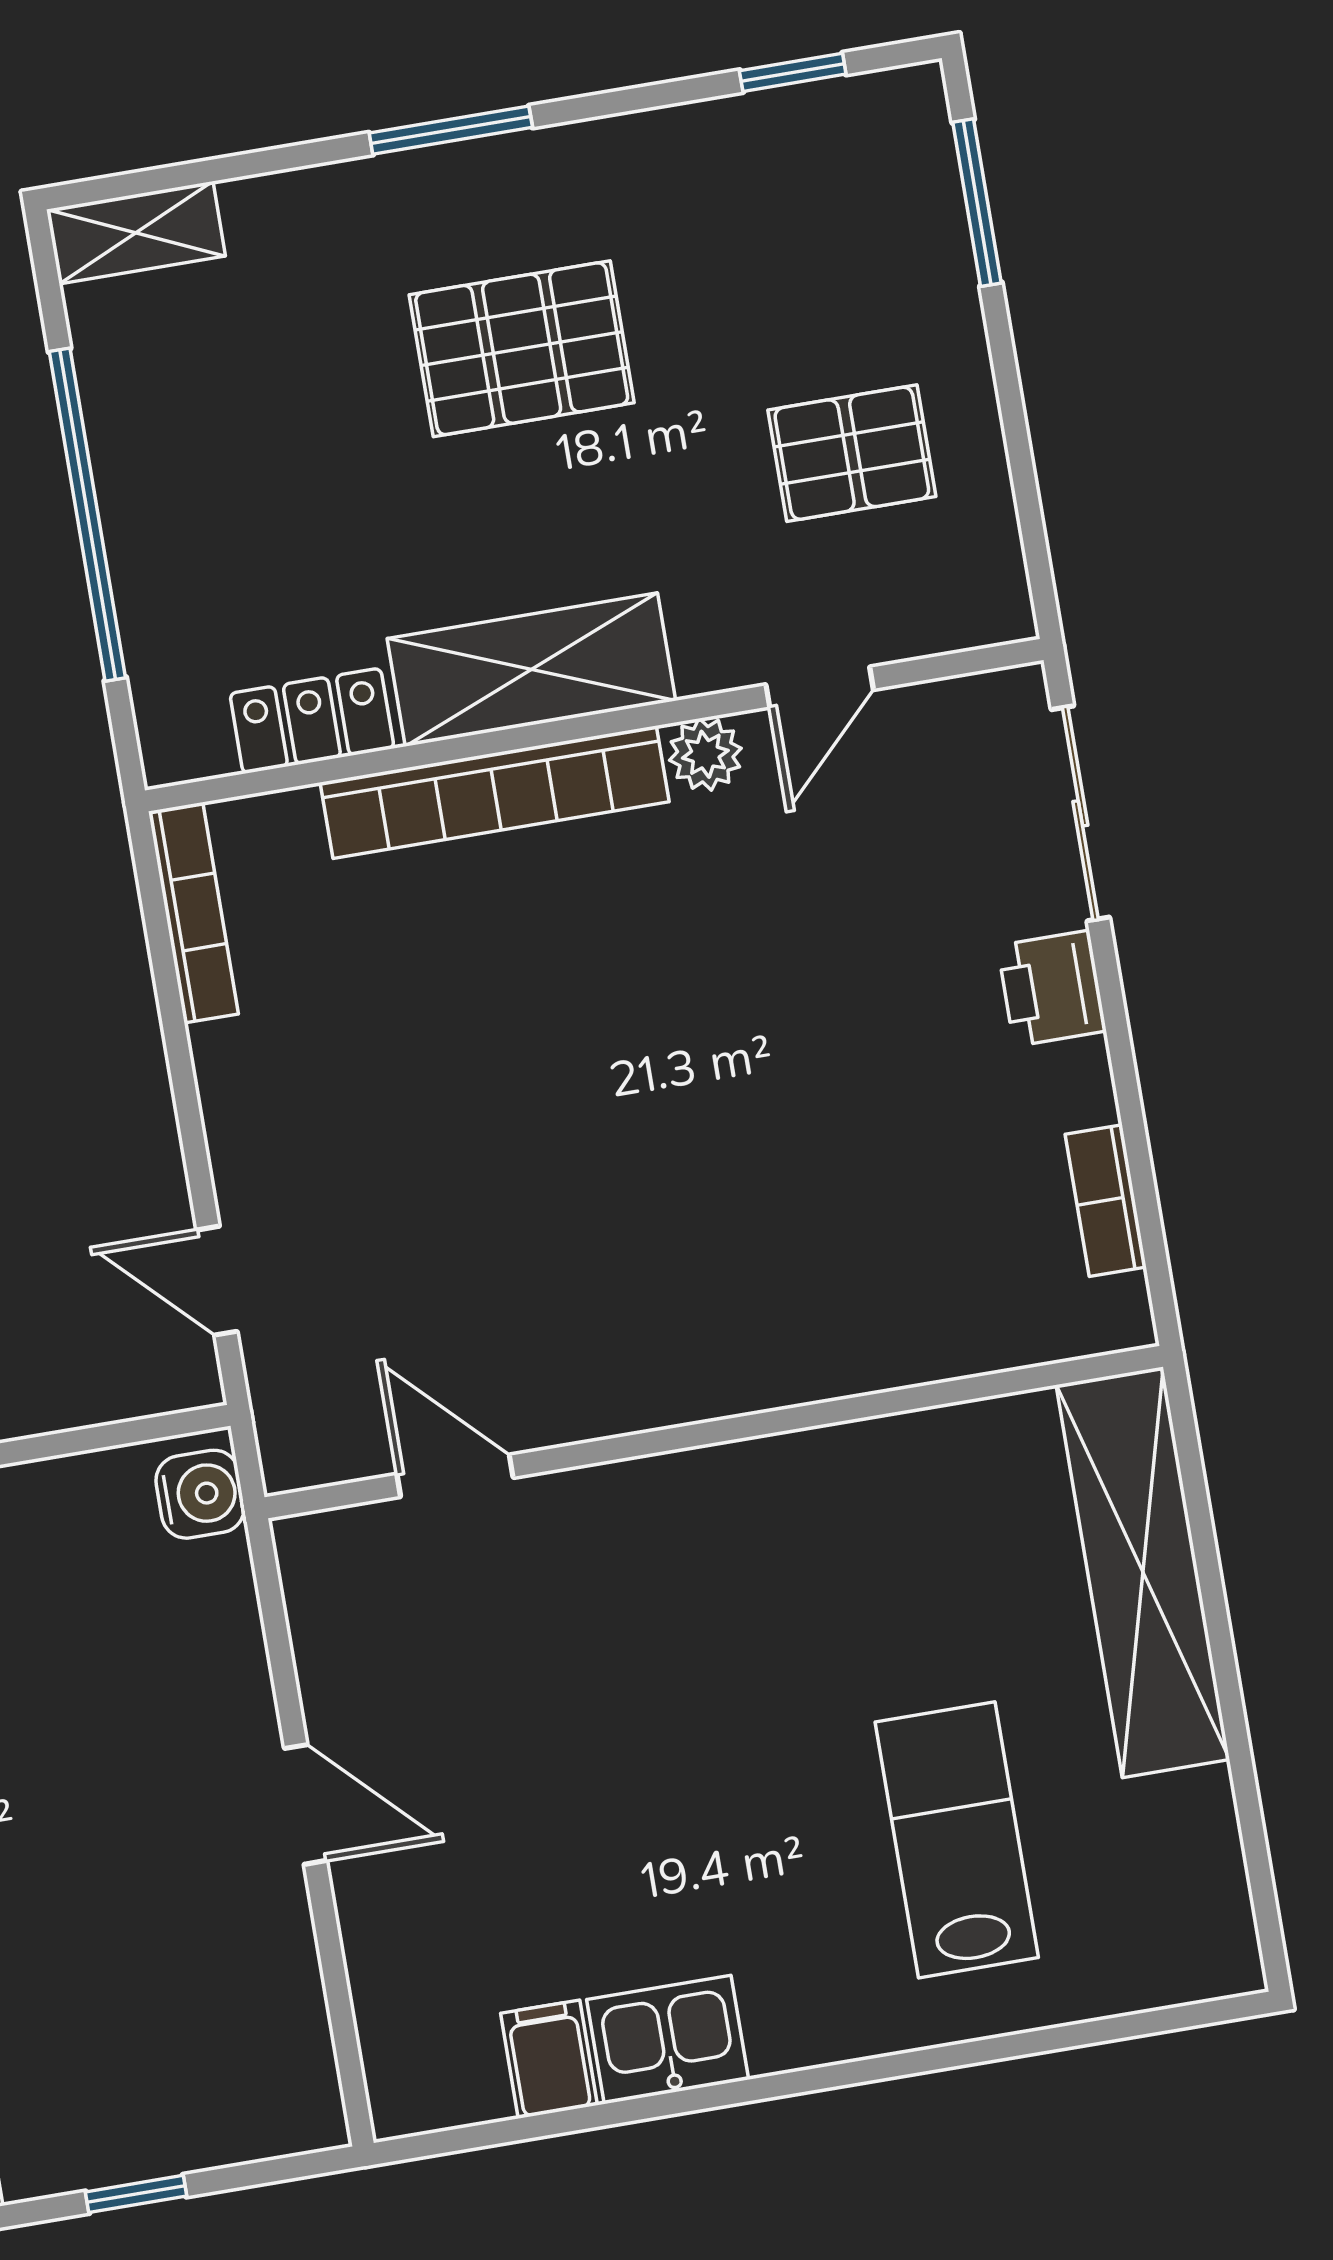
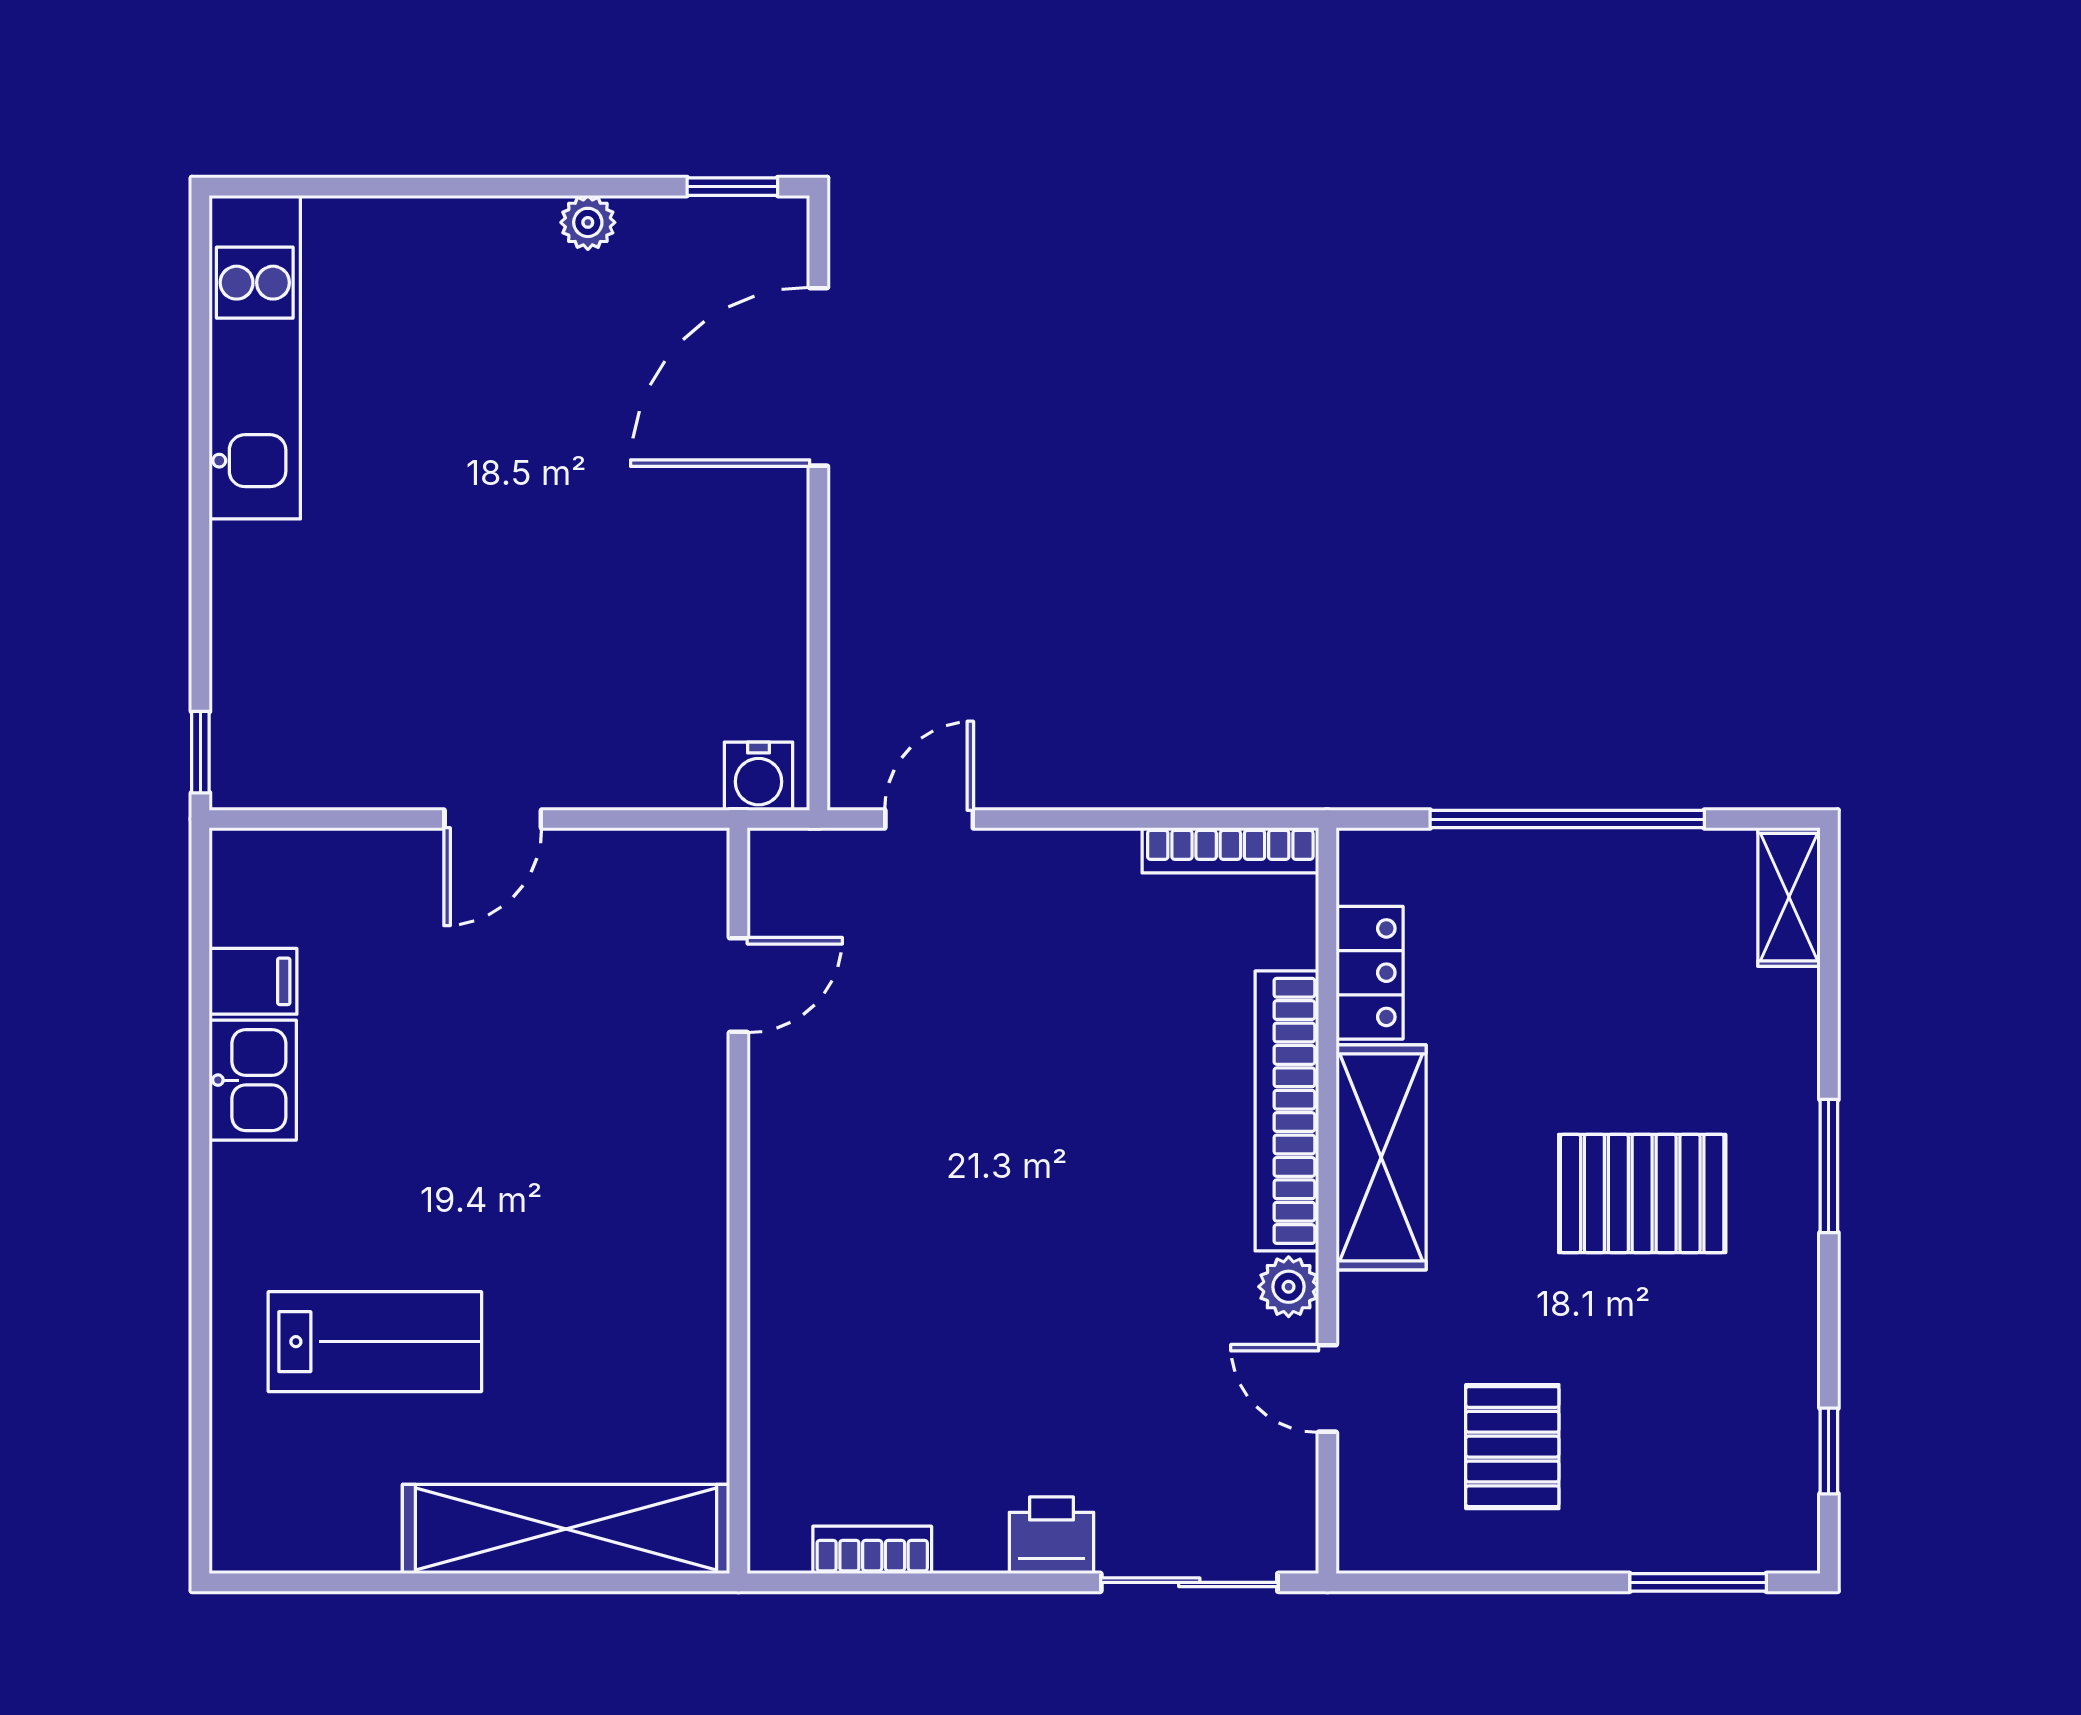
pallet: (522, 349) -> (1642, 1193), turned 90
window: (136, 2194) -> (200, 752), moved

